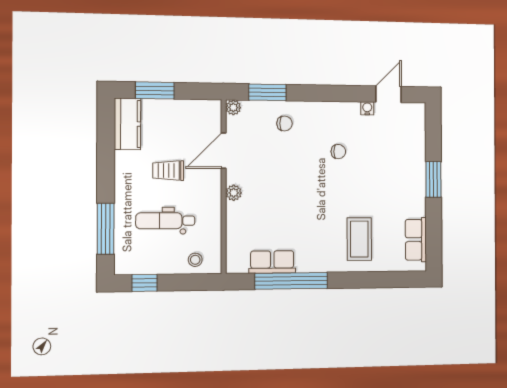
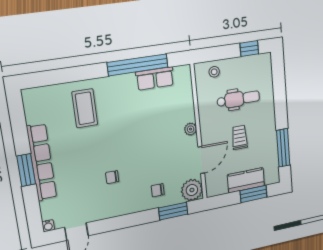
plant: (233, 107) -> (192, 190), width x1.88, depth x1.88
water cooler: (367, 108) -> (48, 226), moved
kitchen counter: (127, 124) -> (246, 180), moved, turned 90
trolley: (168, 171) -> (240, 137), turned -90
window: (106, 229) -> (283, 148), moved
row of seats: (416, 240) -> (42, 162), moved, width x2.02

